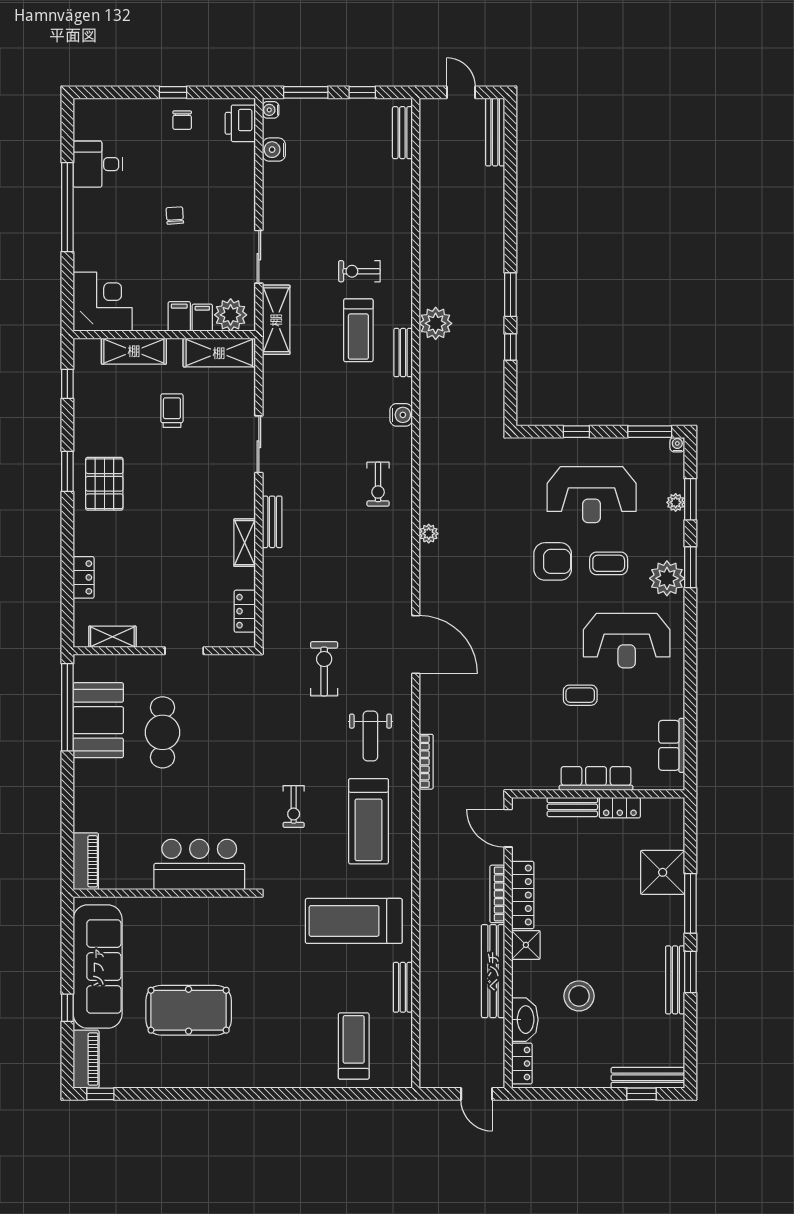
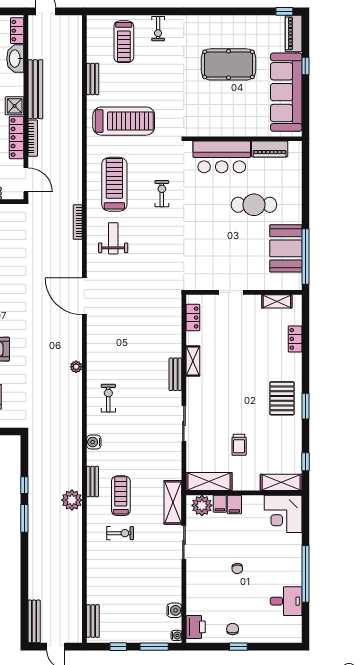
shelving: (134, 351) -> (281, 482), moved
exercise bike: (324, 669) -> (158, 29), moved, width x0.73, depth x0.72
cafe table: (162, 732) -> (254, 205), moved, turned 90
piano: (86, 861) -> (270, 149), moved, turned -90

